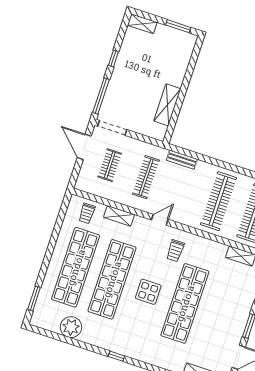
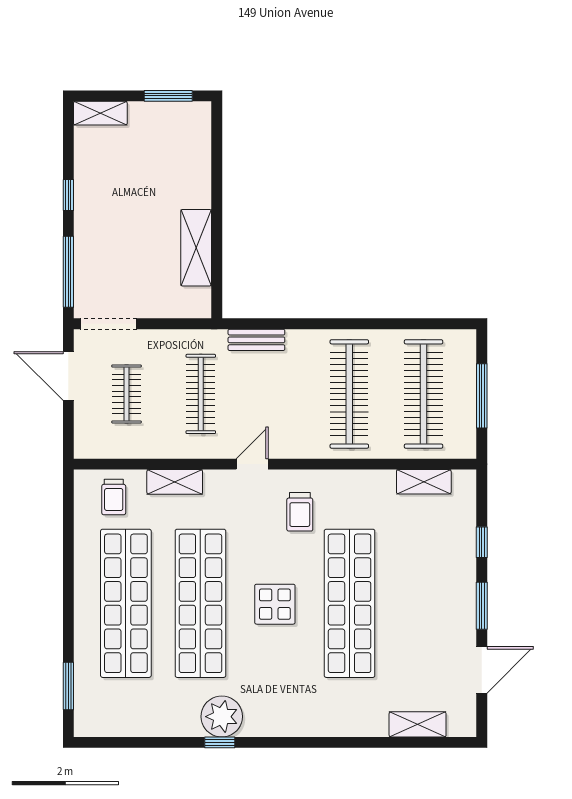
plant: (71, 327) -> (222, 717), moved
window: (116, 356) -> (220, 742), moved

